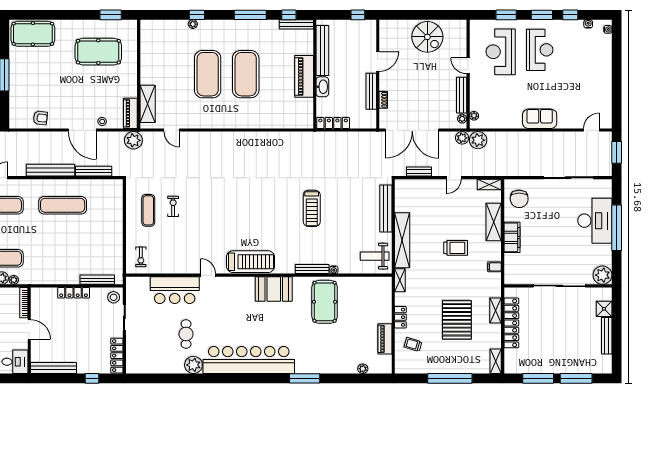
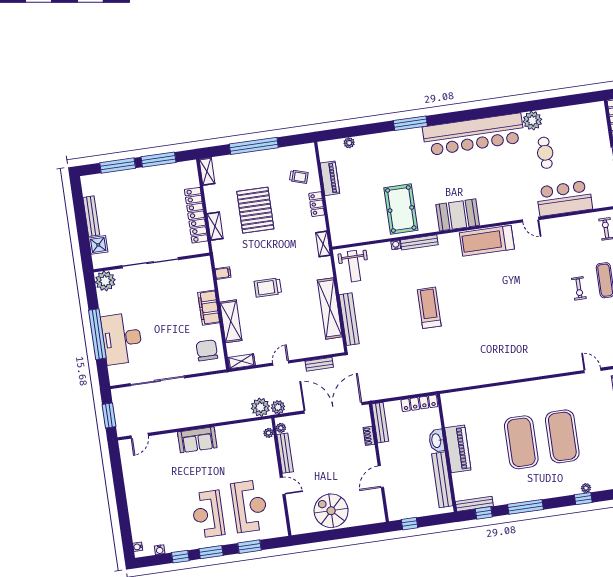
bench: (371, 91) -> (380, 423), moved
shelving: (402, 240) -> (330, 308), moved
weight bench: (375, 256) -> (354, 266), turned 90

